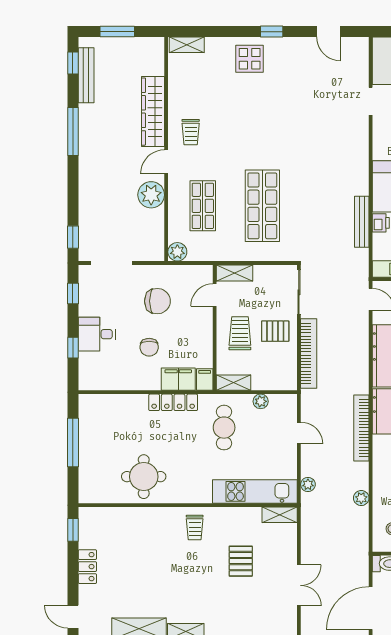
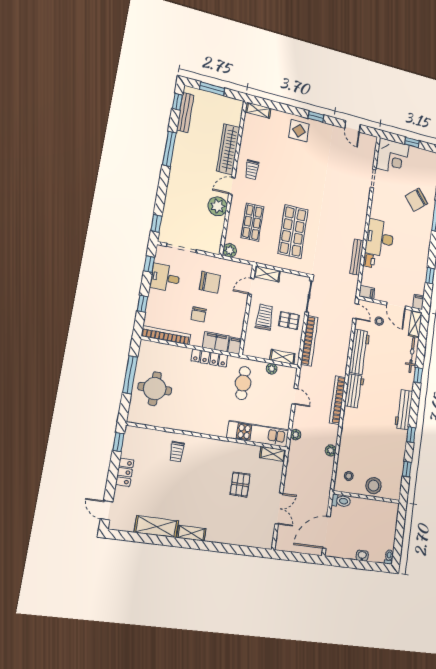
desk: (97, 334) -> (165, 278), moved
bookcase: (111, 383) -> (166, 335), added
shelving: (234, 383) -> (282, 357), moved
round table: (144, 477) -> (155, 389), moved
trolley: (195, 527) -> (177, 452), moved

